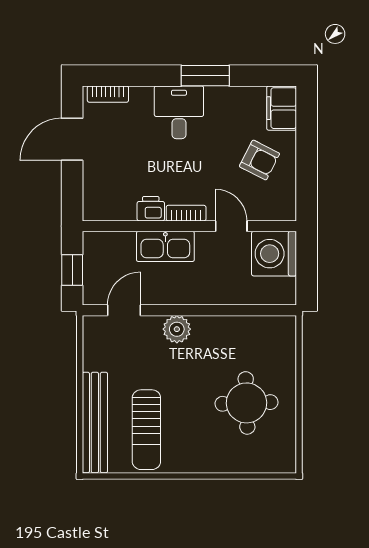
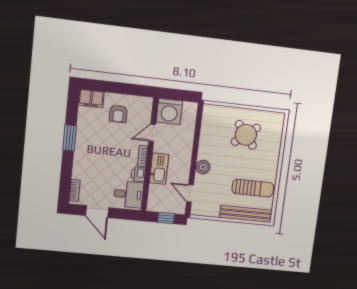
desk: (179, 112) -> (129, 194), moved, turned 180
armchair: (259, 160) -> (118, 114), turned 153
round table: (247, 403) -> (246, 135), turned -37

